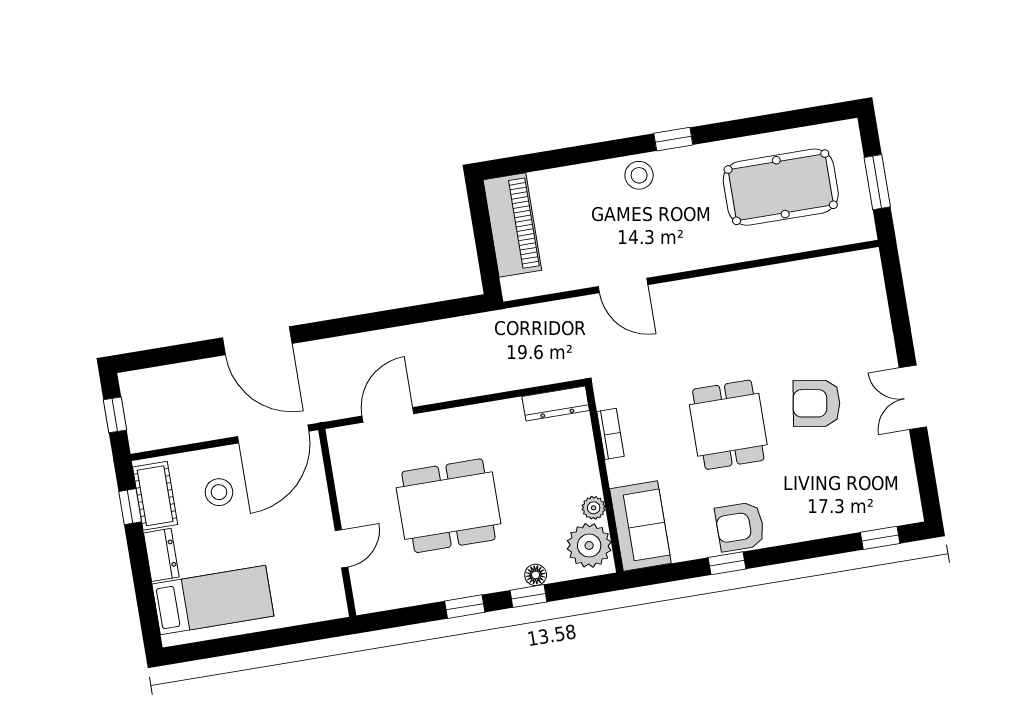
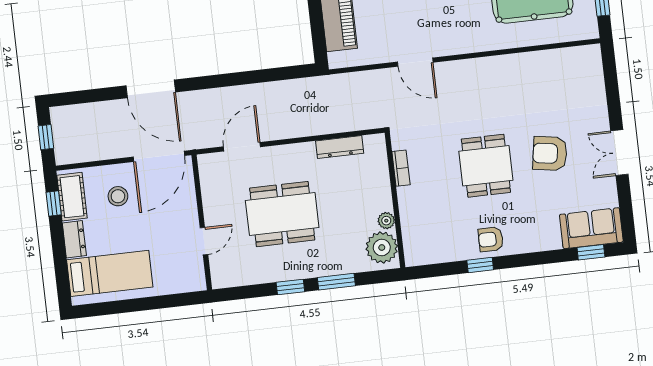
dresser: (556, 404) -> (340, 147), moved
sofa: (640, 526) -> (591, 228), moved, turned -90
armchair: (740, 527) -> (491, 239), width x0.72, depth x0.72
floor lamp: (536, 575) -> (342, 267), removed
window: (528, 596) -> (336, 282), width x1.50

